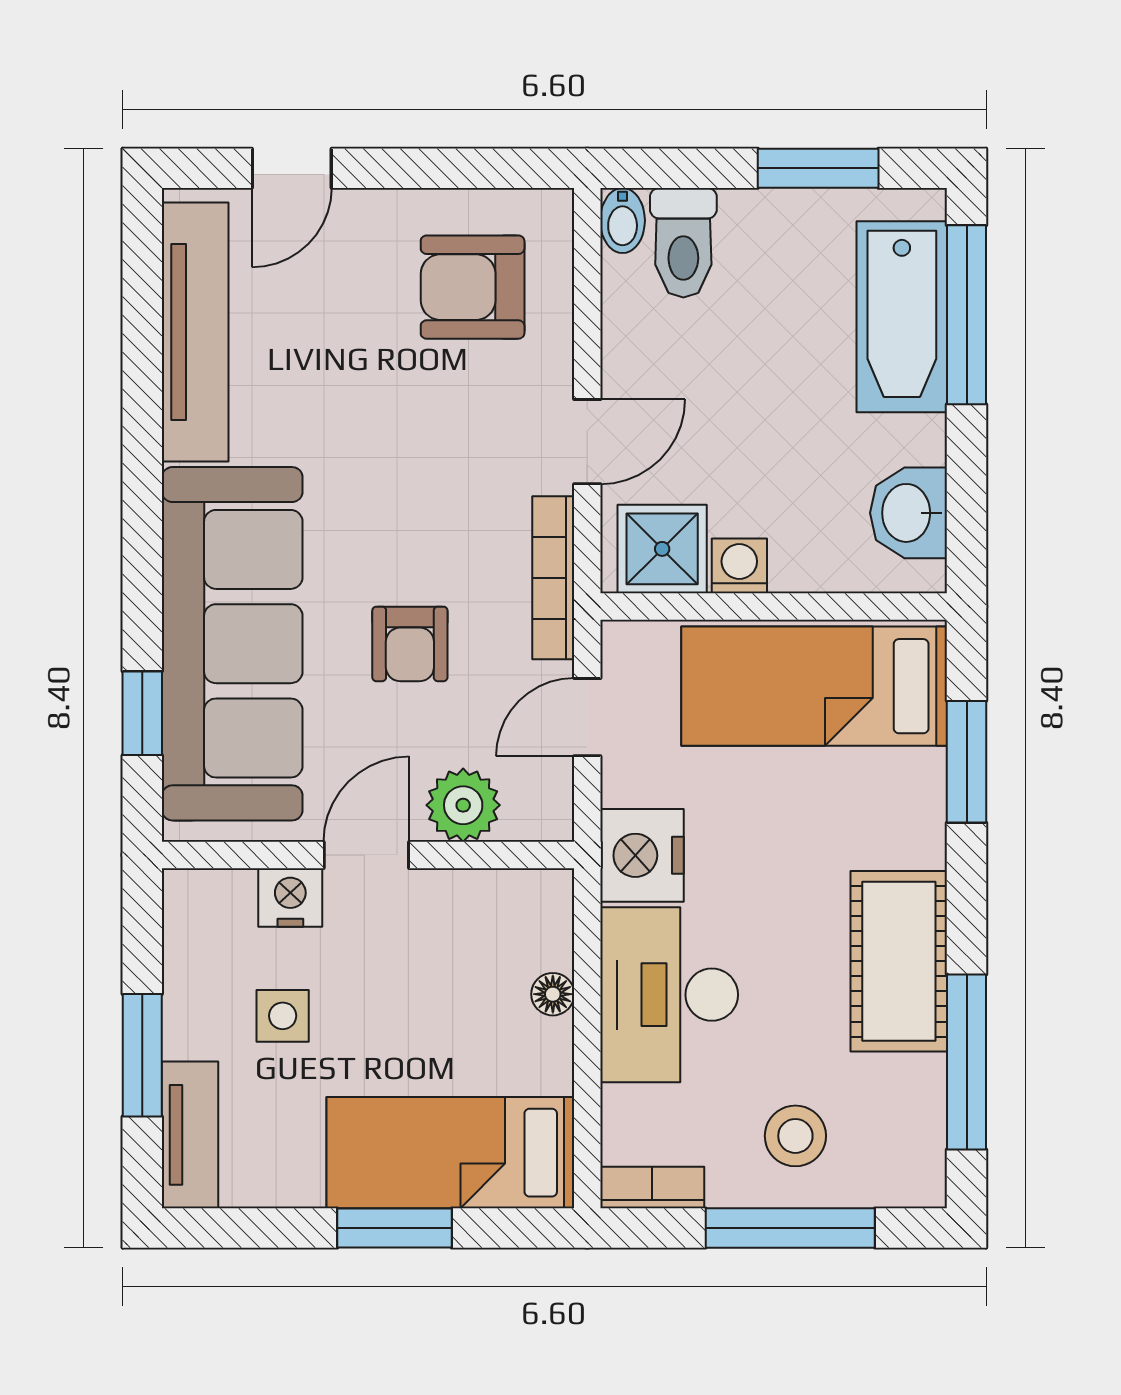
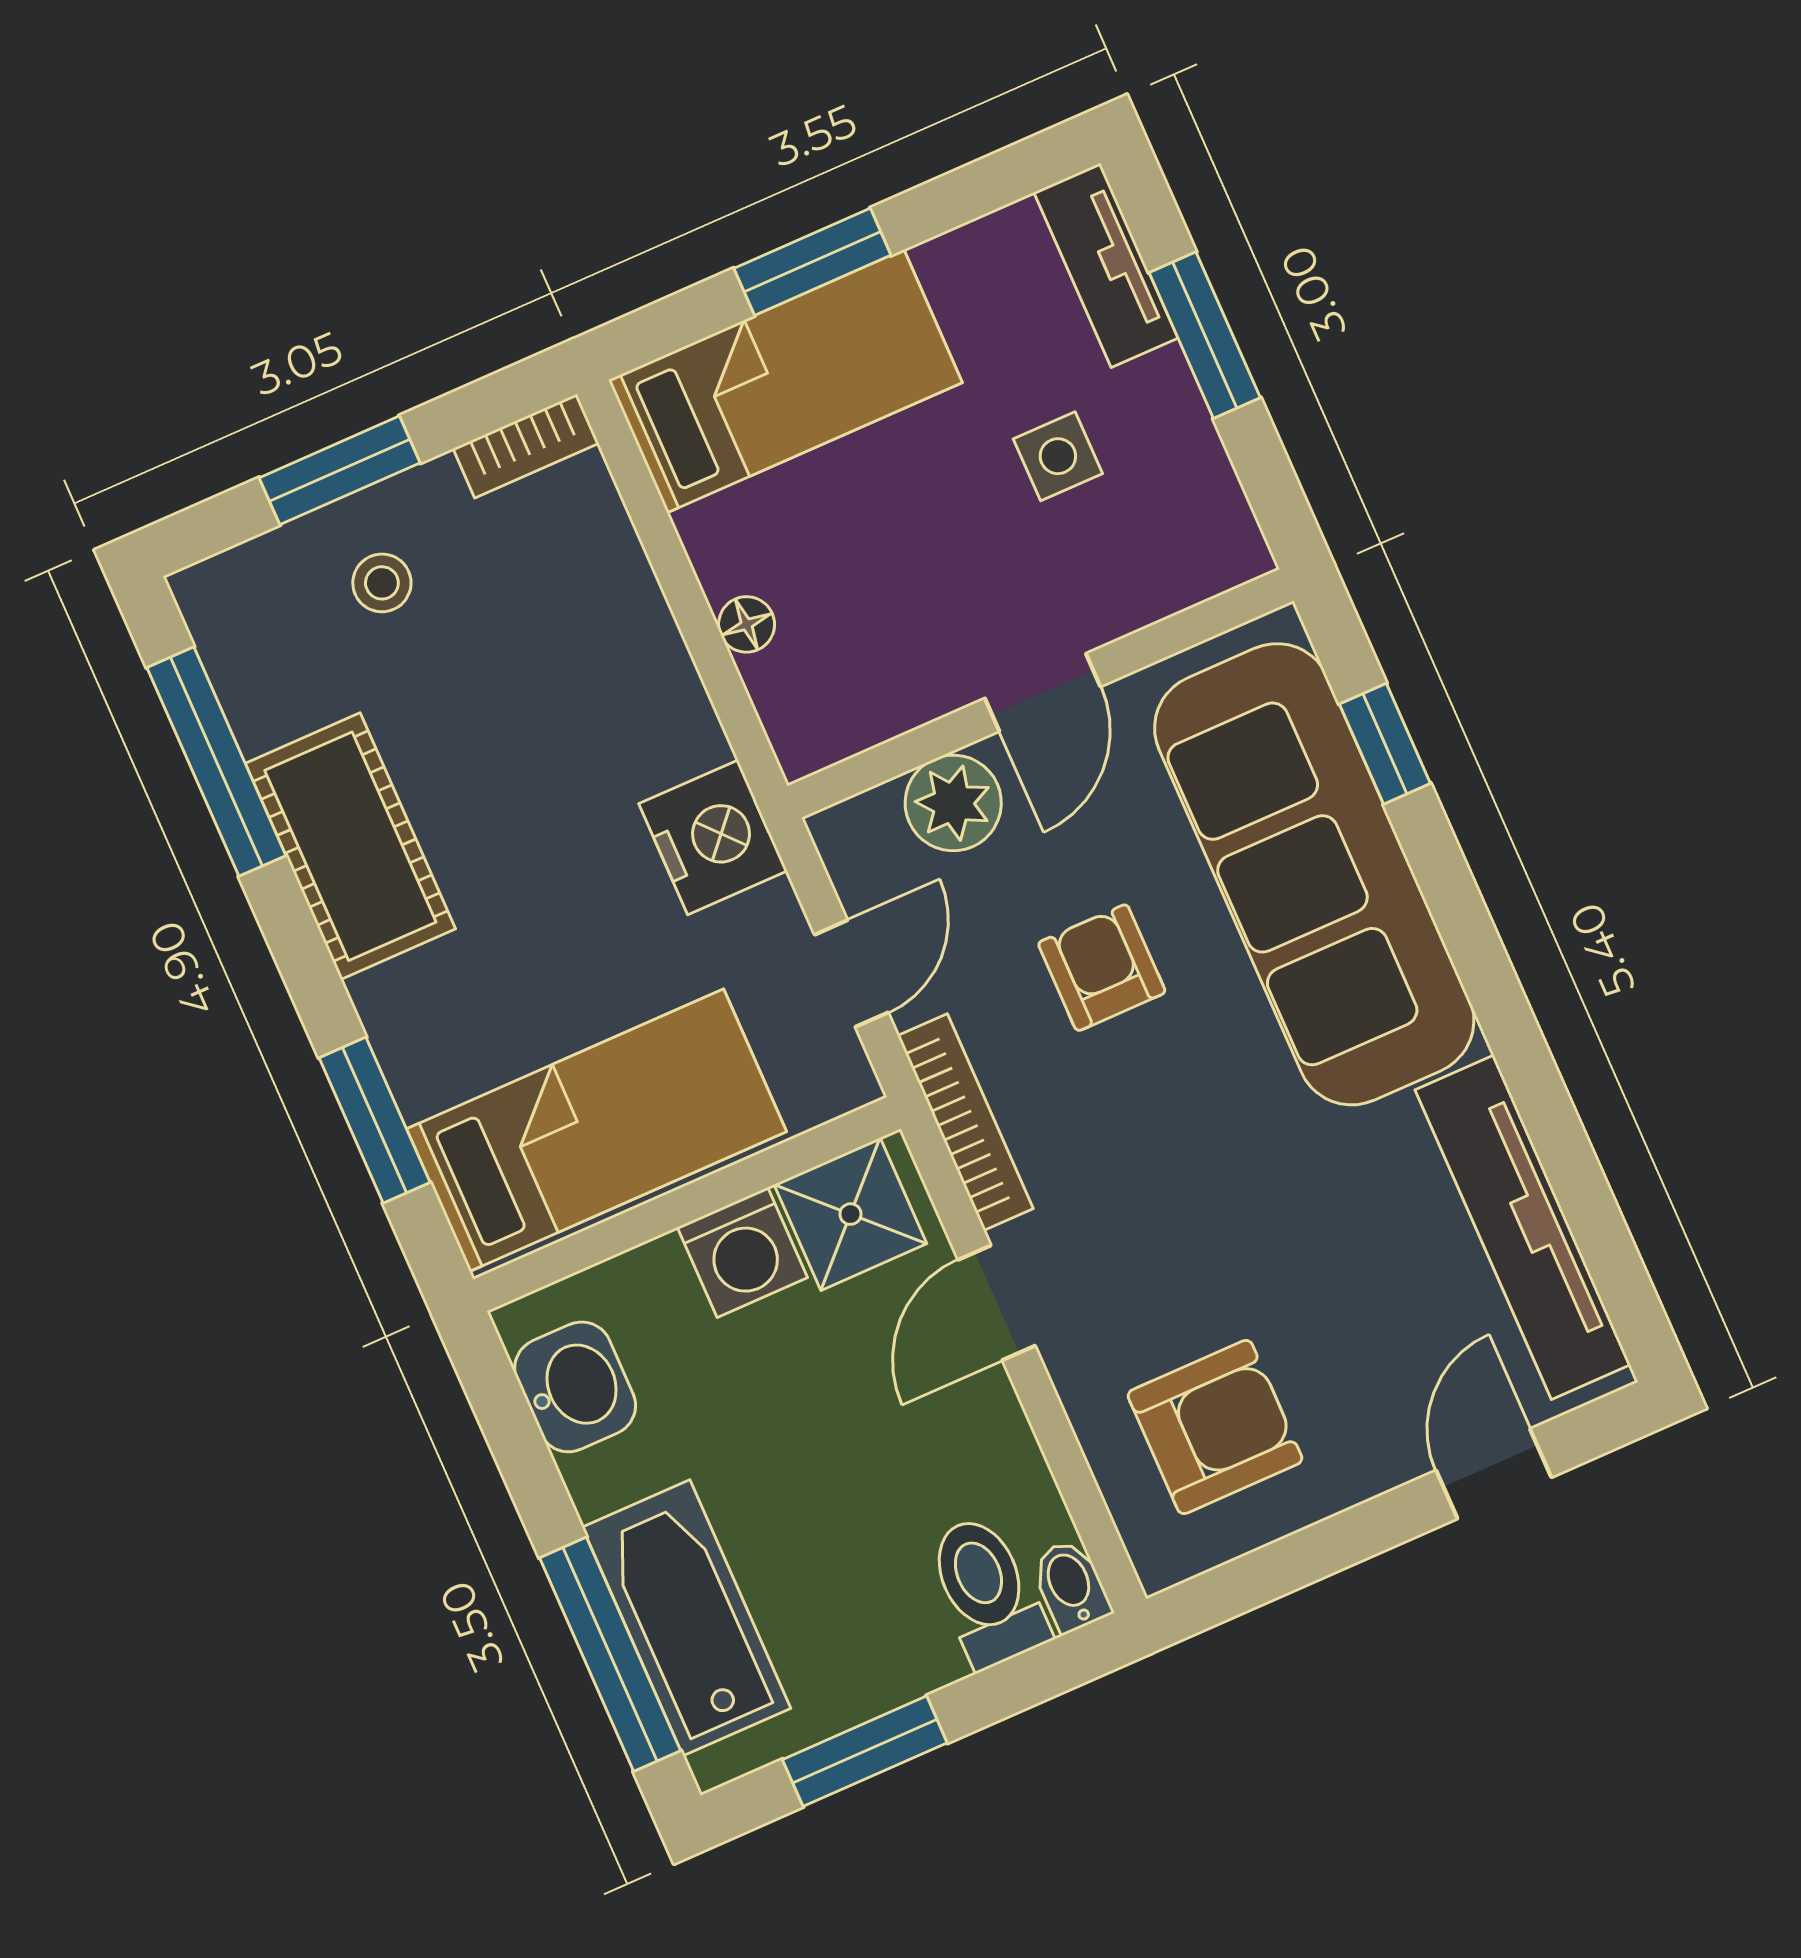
washing machine: (739, 566) -> (742, 1252), width x1.38, depth x1.38
nightstand: (290, 897) -> (1111, 602), removed
desk: (669, 995) -> (607, 685), removed
stool: (795, 1136) -> (382, 583), width x0.73, depth x0.73
window: (790, 1228) -> (340, 470), width x0.69

